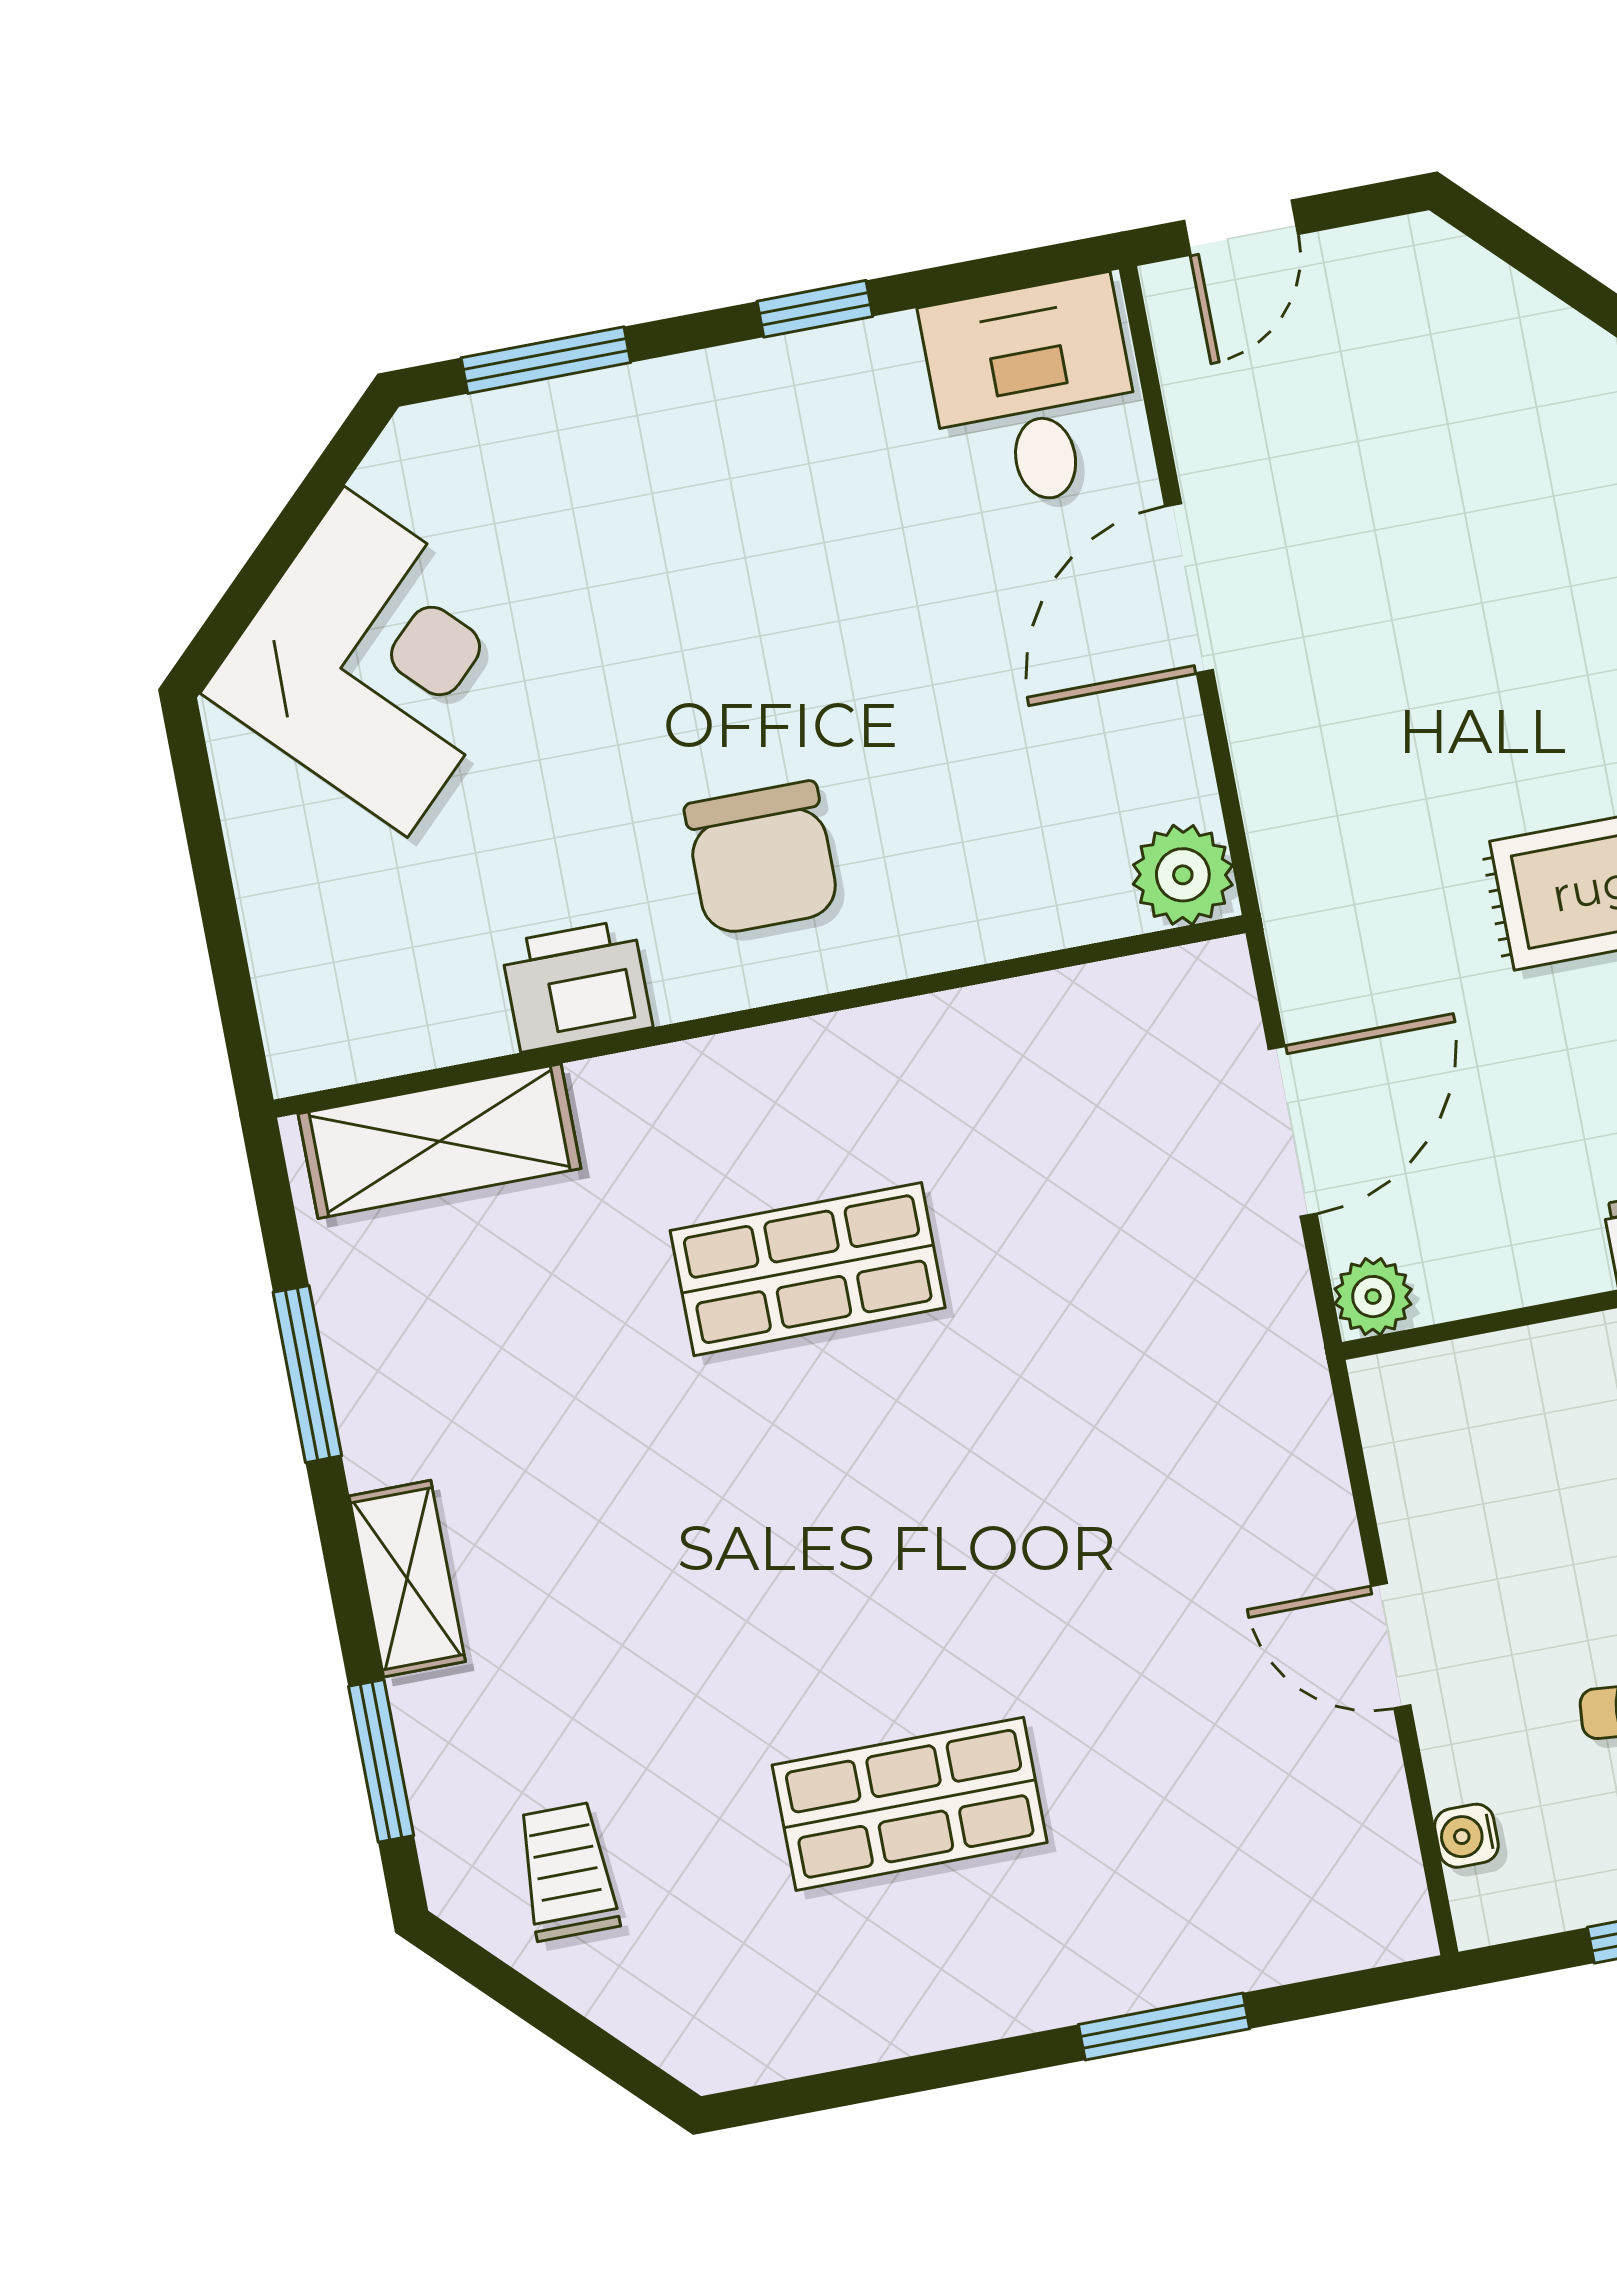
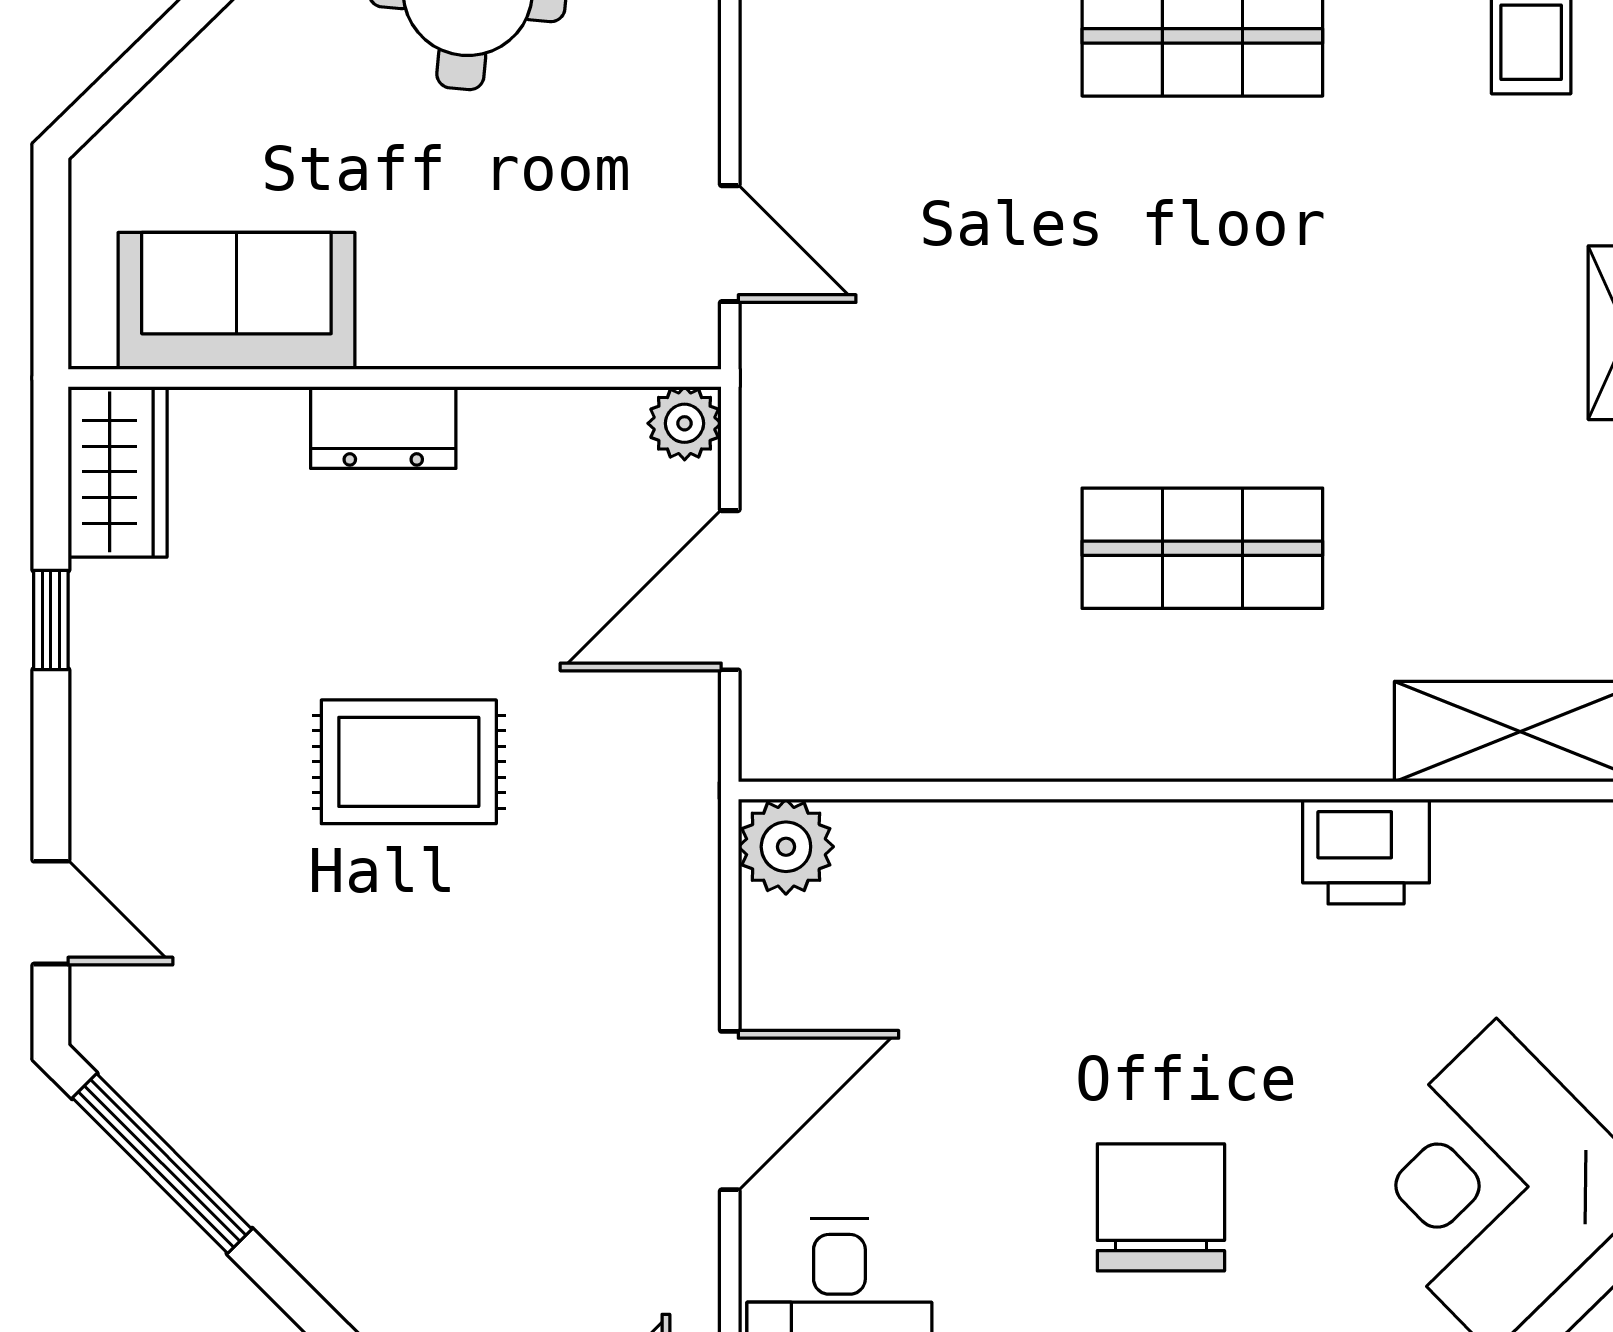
chair: (762, 858) -> (1161, 1207), moved
door: (1391, 1646) -> (730, 244), moved

